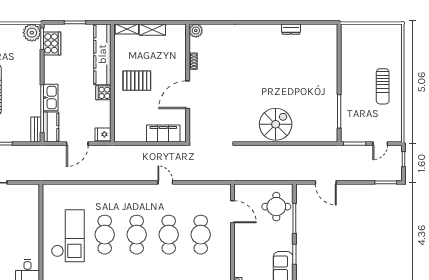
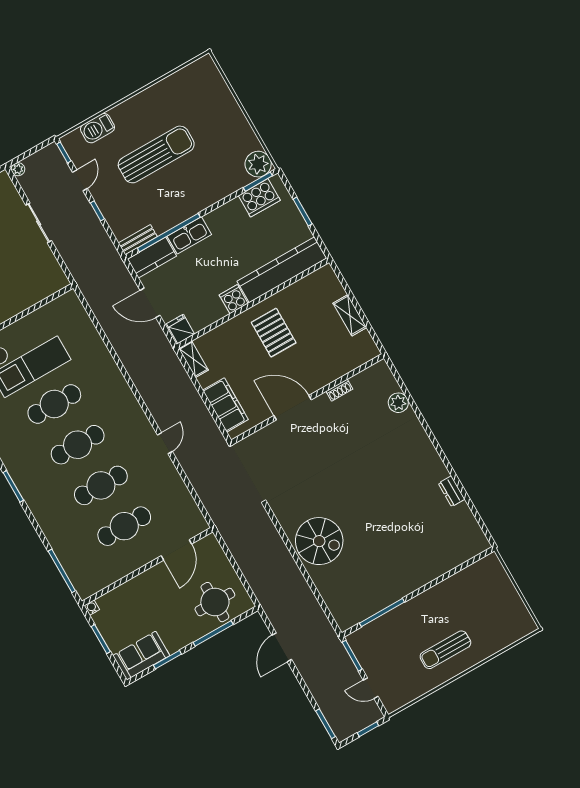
shelving: (127, 29) -> (194, 359), moved
plant: (196, 31) -> (398, 403), moved

